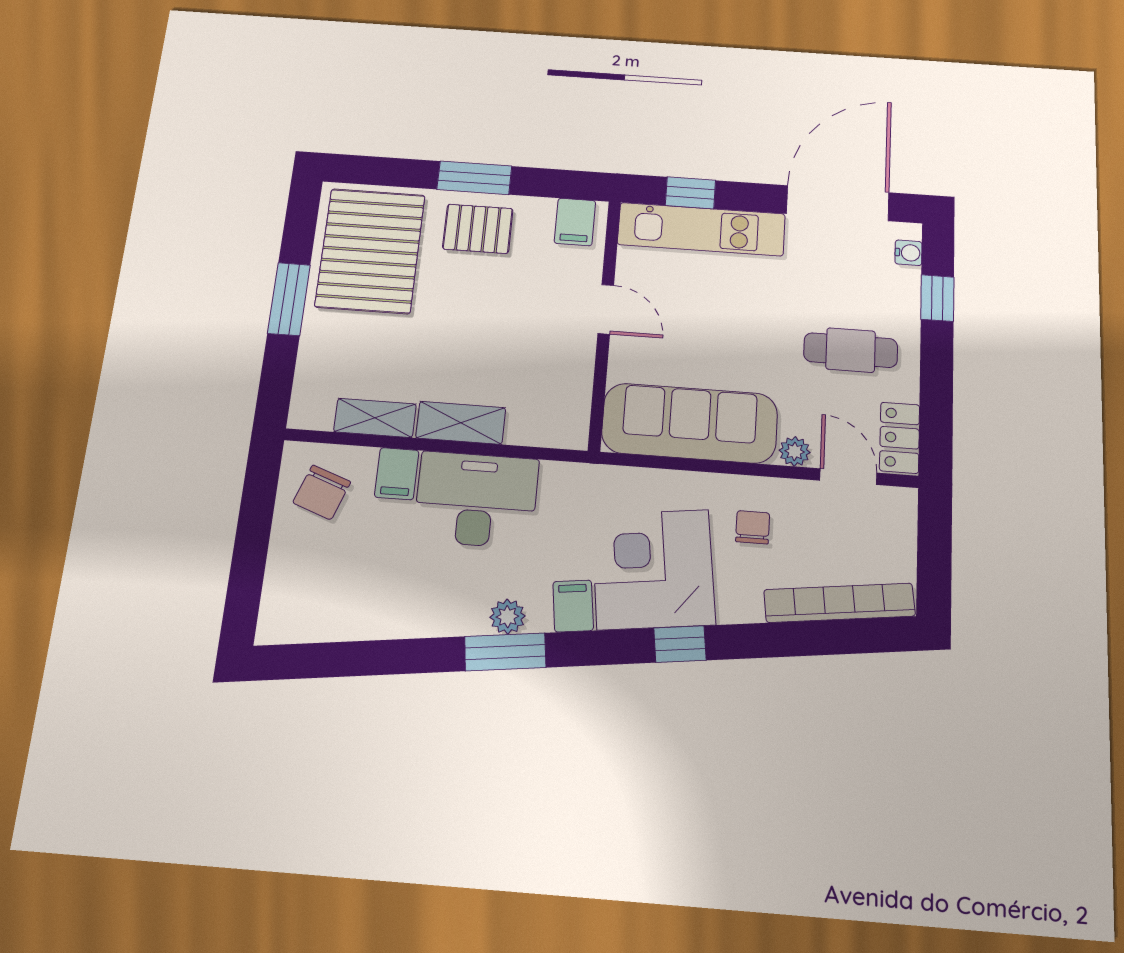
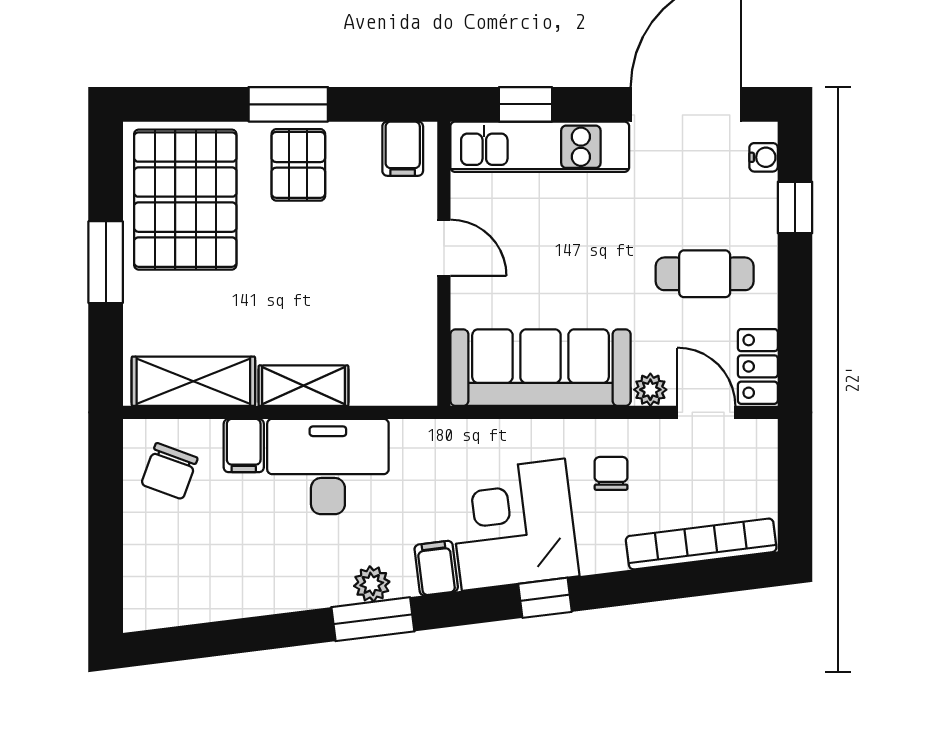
pallet: (478, 229) -> (298, 165), turned 90
shelving: (375, 418) -> (193, 381), width x1.50, depth x1.33

